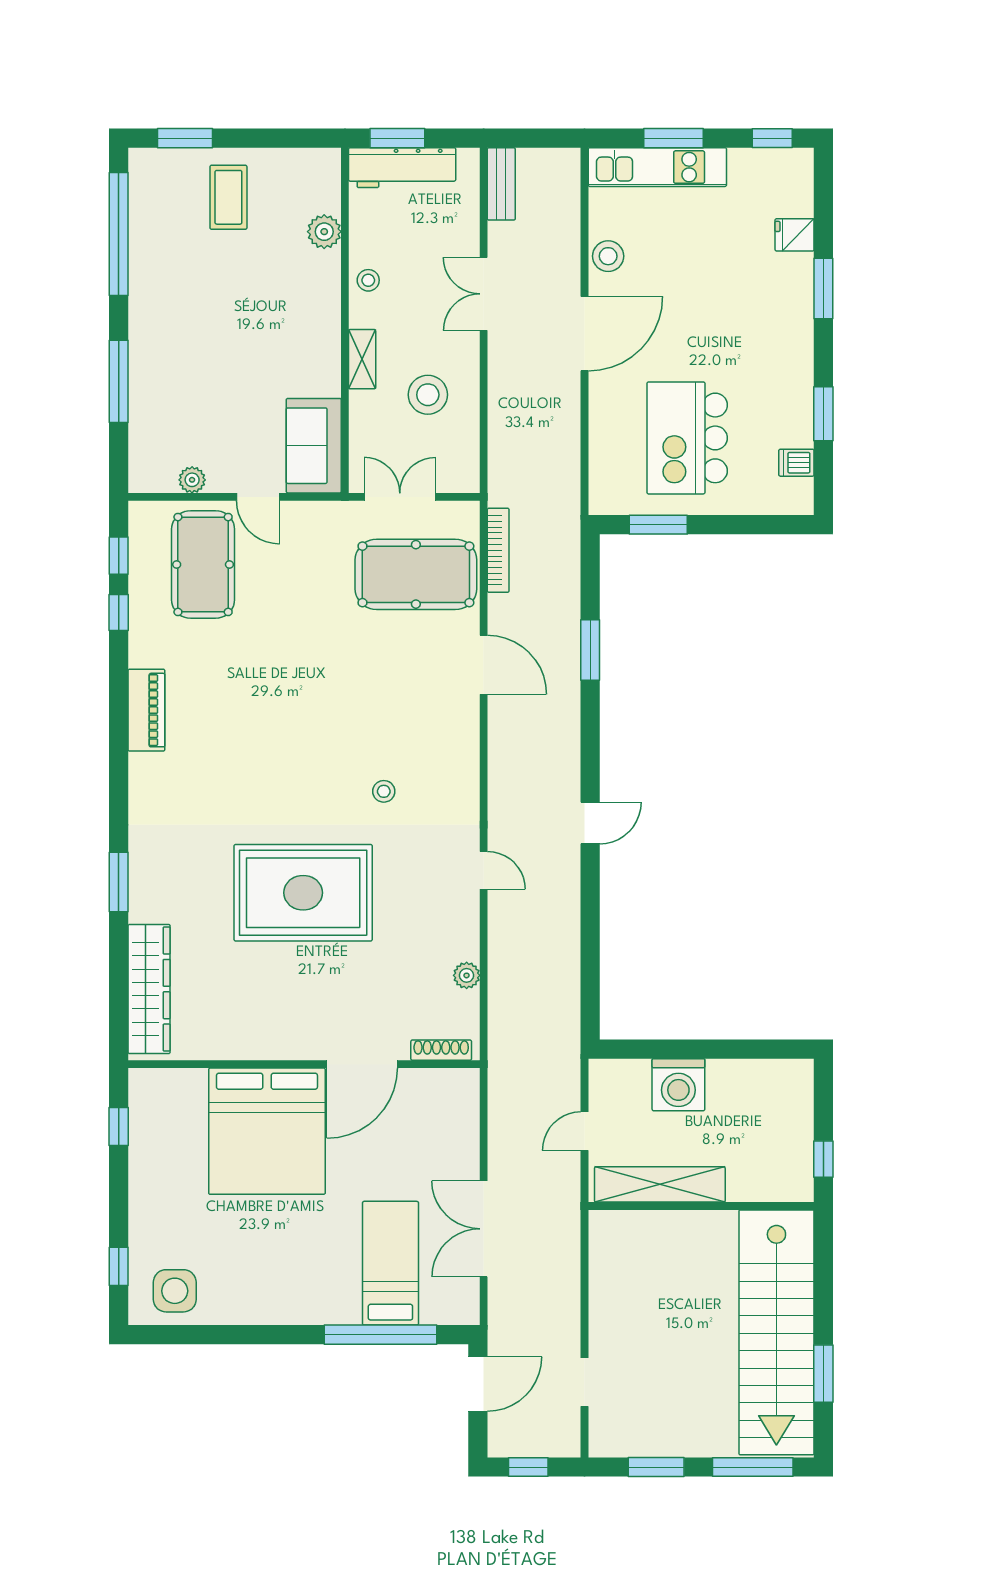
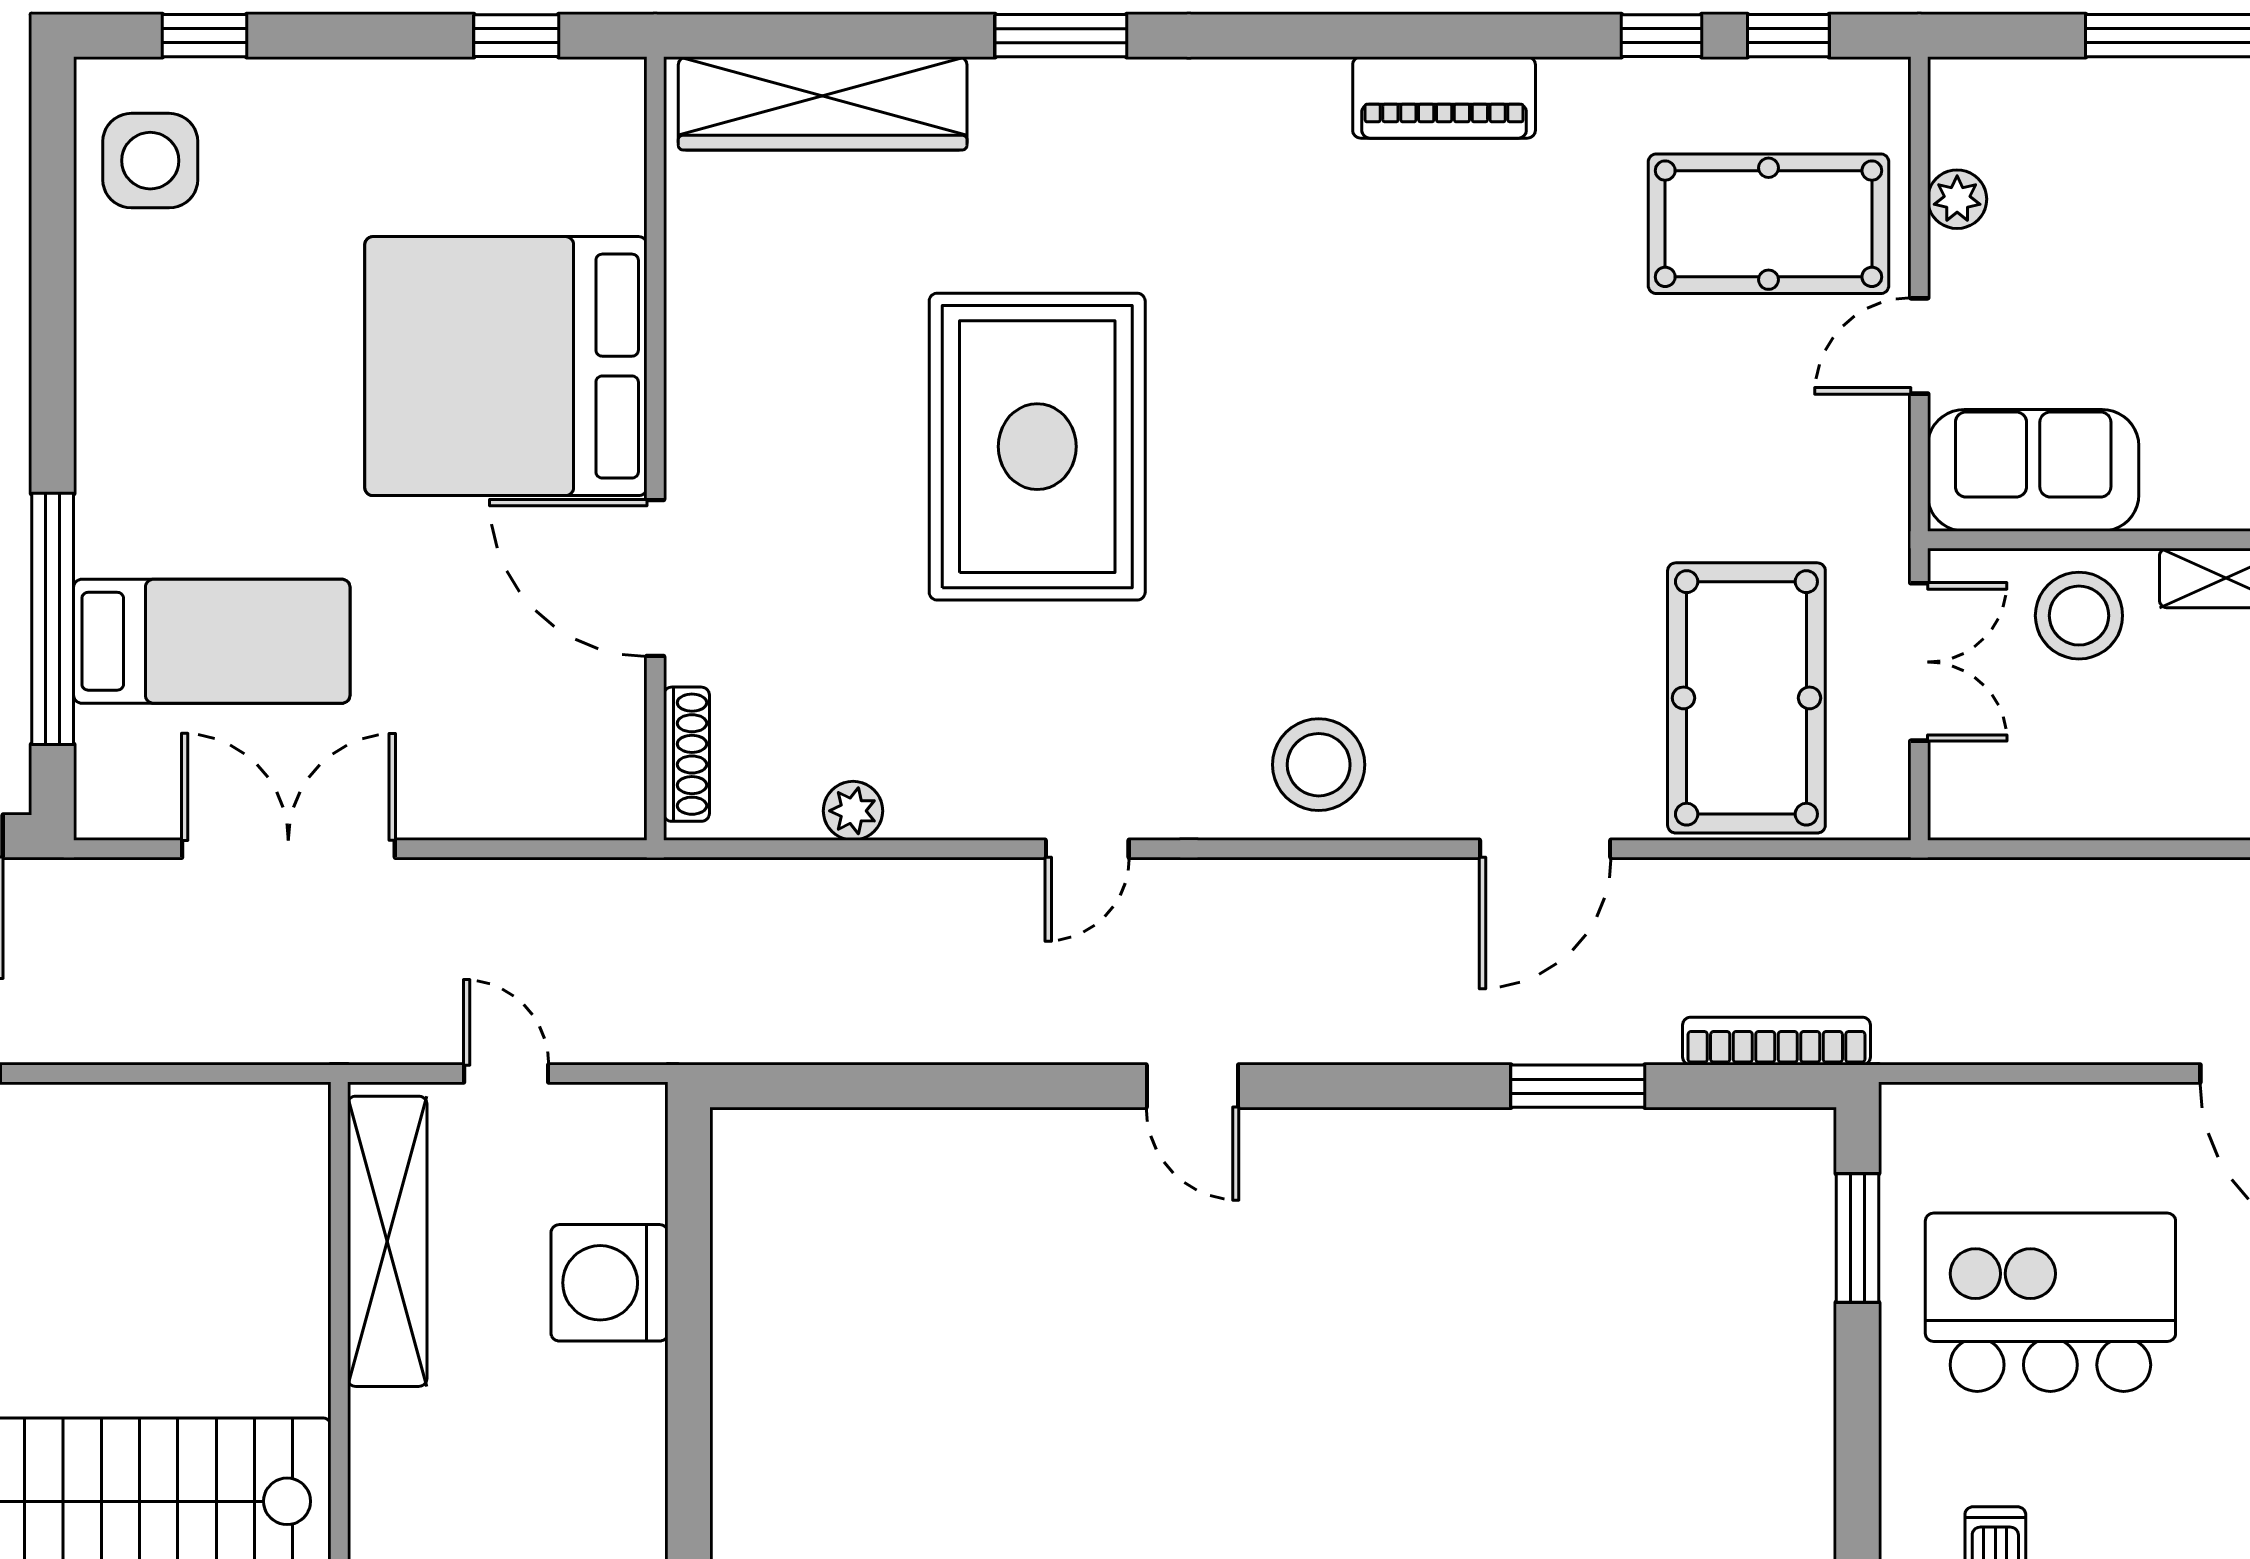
stool: (428, 395) -> (2079, 616), moved
bookcase: (498, 550) -> (1776, 1041), moved, turned 180
stool: (384, 791) -> (1319, 765), moved, width x1.89, depth x1.89

